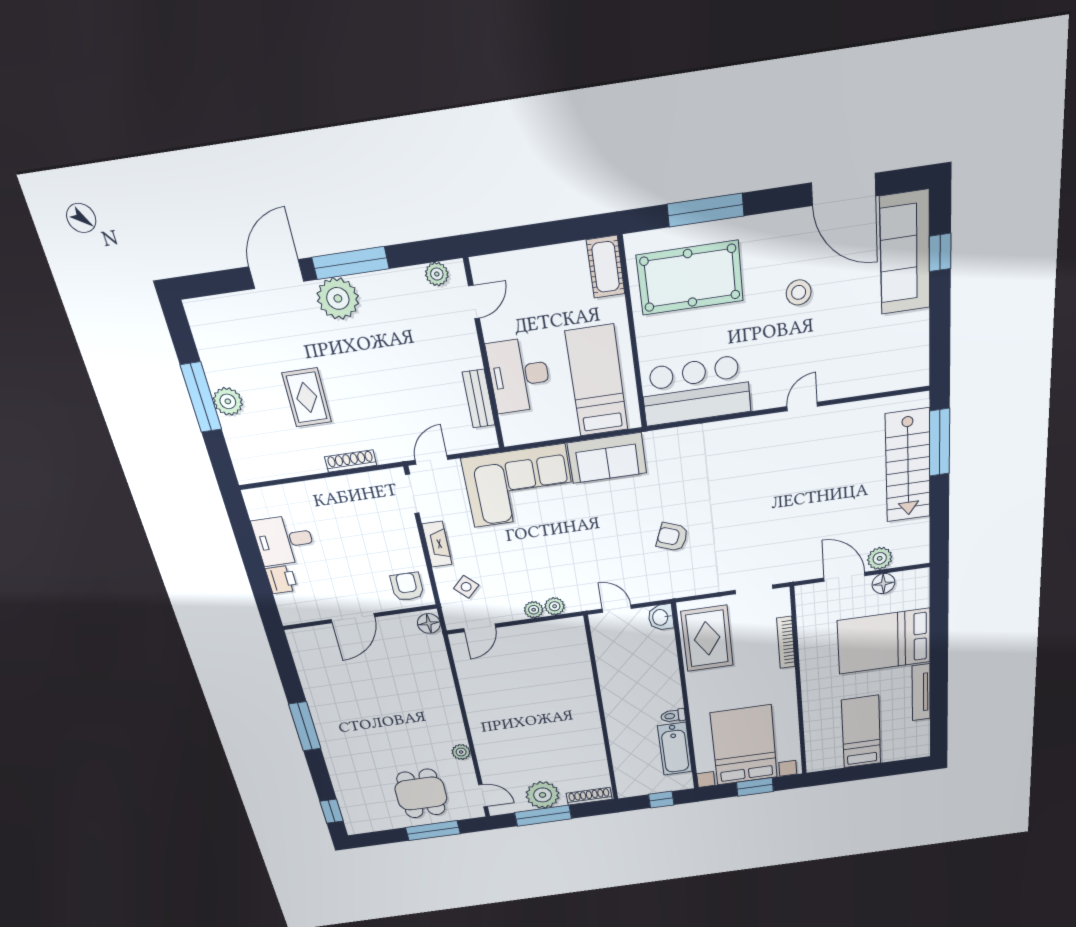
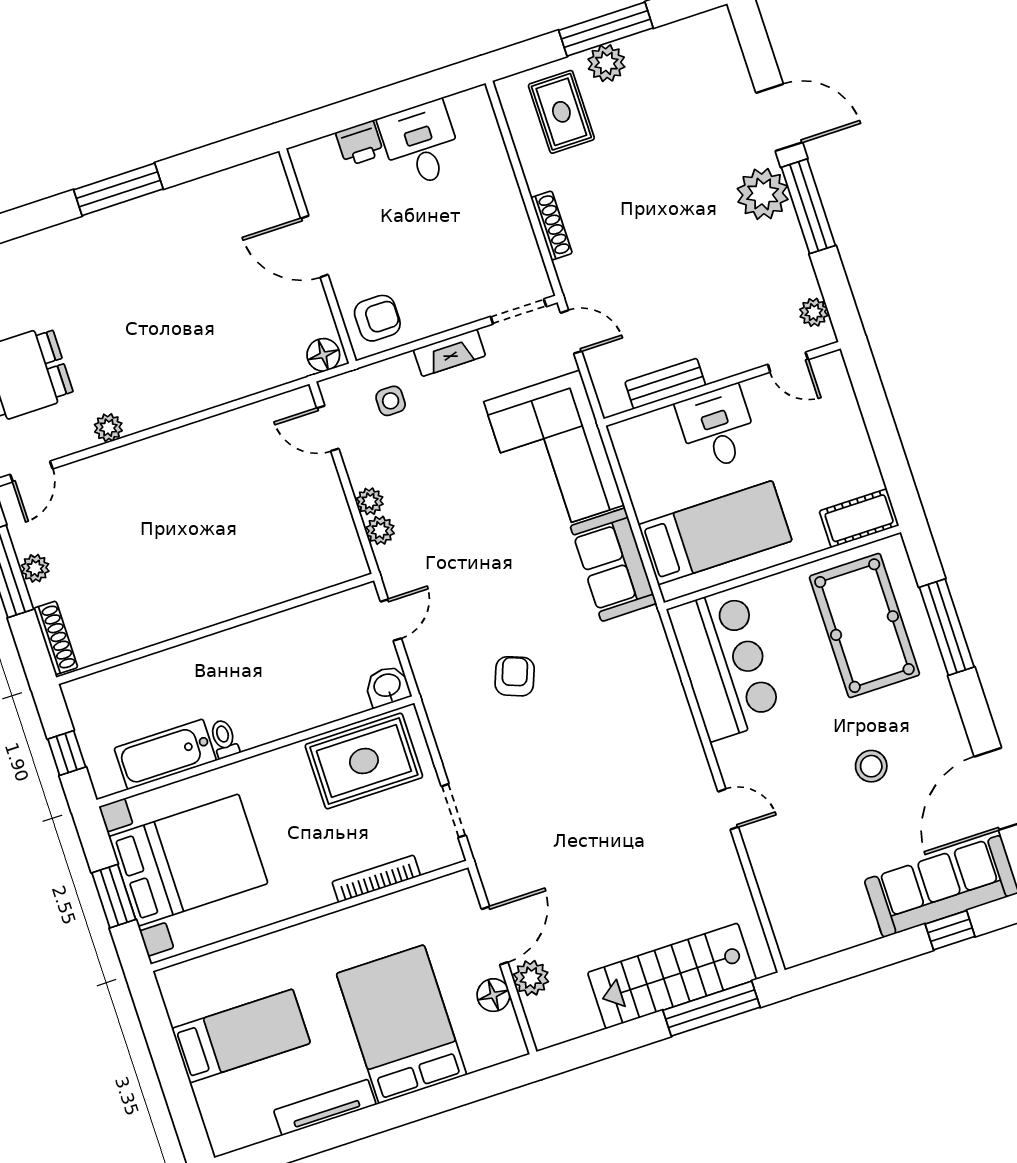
desk: (519, 375) -> (717, 428), width x0.73
rug: (307, 397) -> (561, 112), moved, turned 90
side table: (466, 587) -> (391, 401), turned 45
plant: (543, 795) -> (35, 568), width x0.53, depth x0.53

